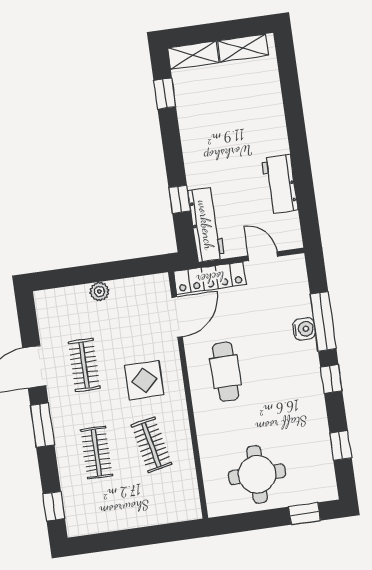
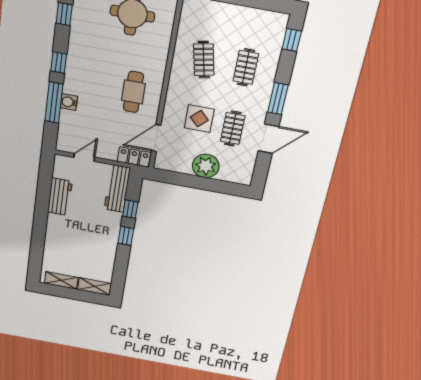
window: (165, 94) -> (126, 236), moved
door: (263, 256) -> (84, 157), swing flipped
locker: (210, 278) -> (134, 157), width x0.66
plant: (99, 291) -> (206, 166), width x1.87, depth x1.87
display table: (144, 380) -> (199, 119), moved

